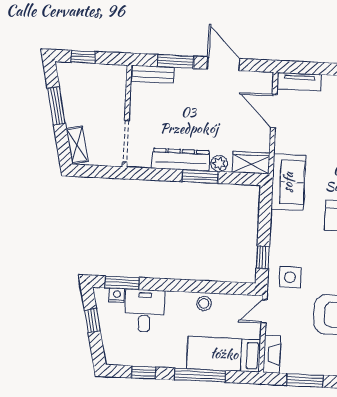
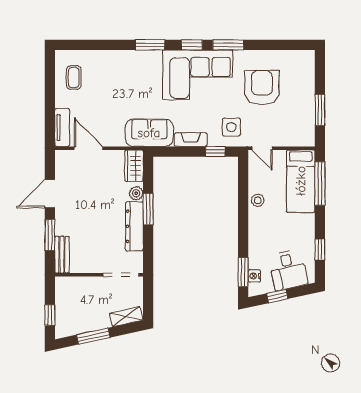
door: (274, 111) -> (88, 148), swing flipped
desk: (145, 311) -> (288, 270), moved, turned -102
fireplace: (272, 354) -> (191, 140), moved
window: (200, 375) -> (320, 184), moved

